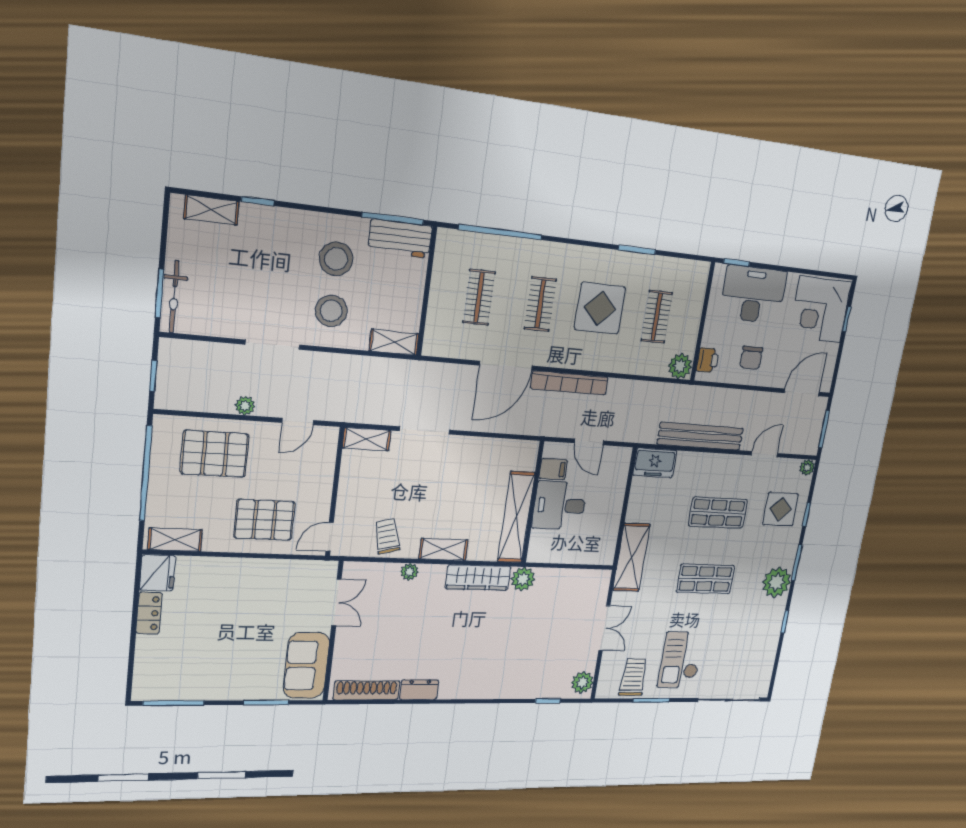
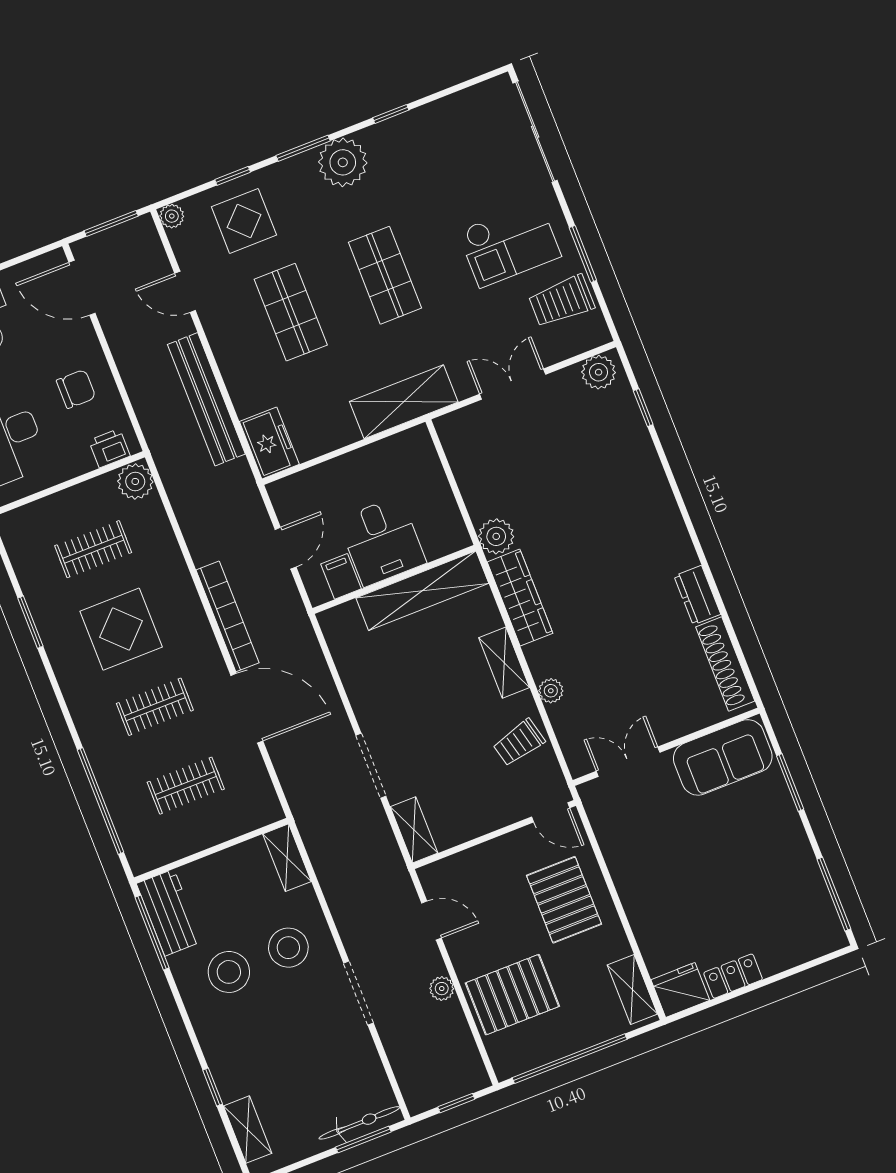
pallet: (215, 454) -> (512, 995), turned 90

